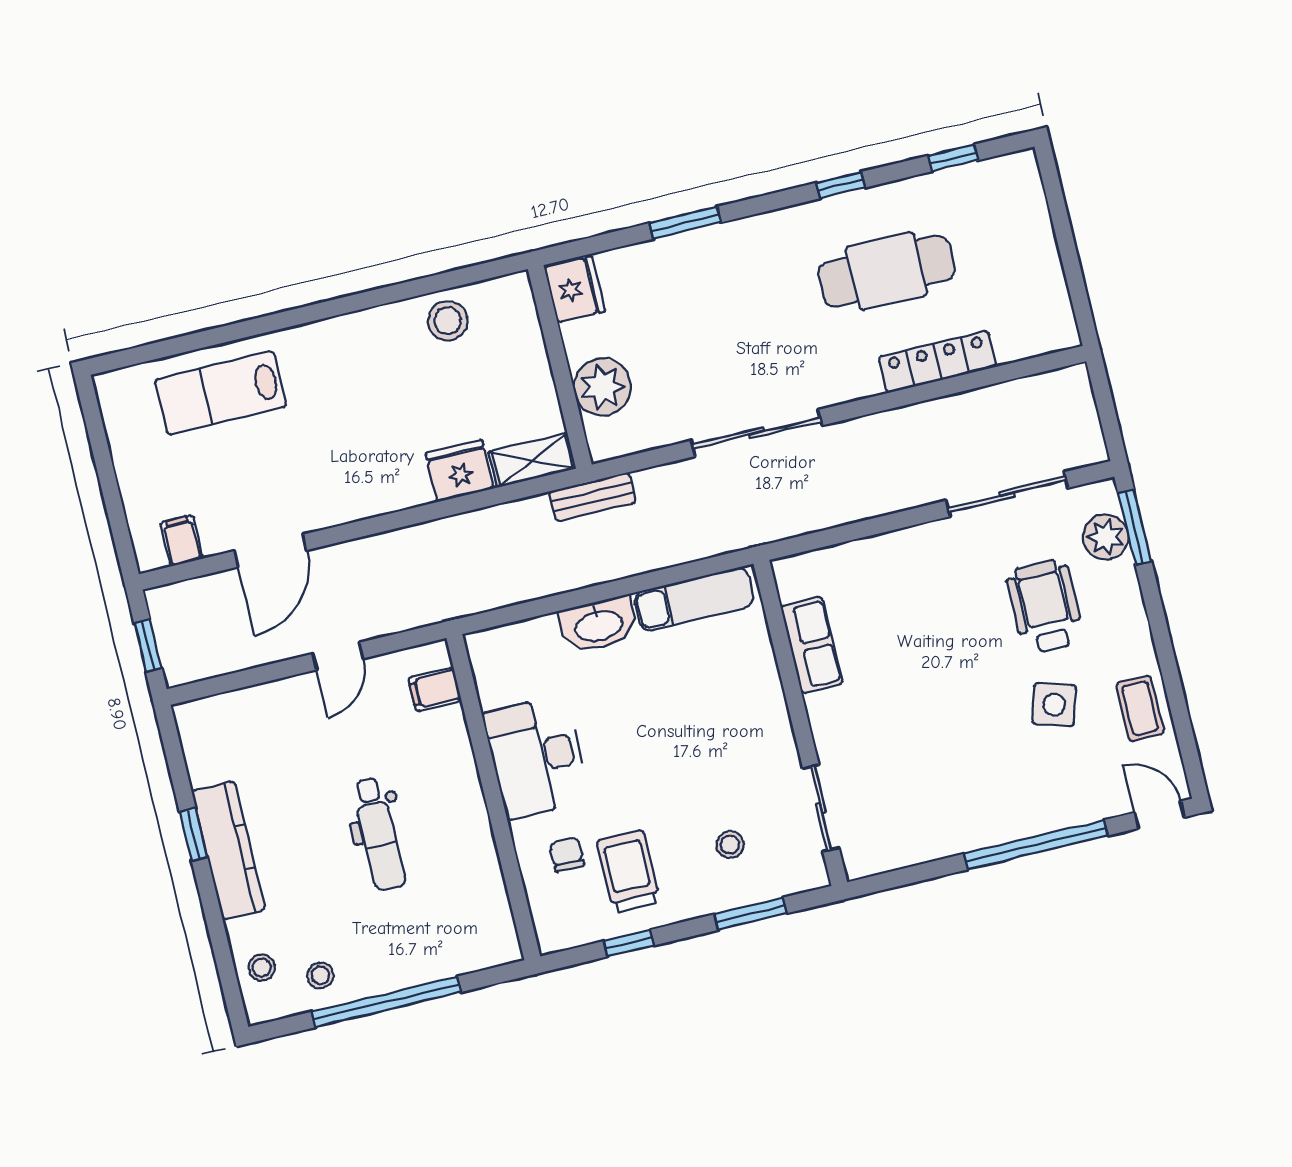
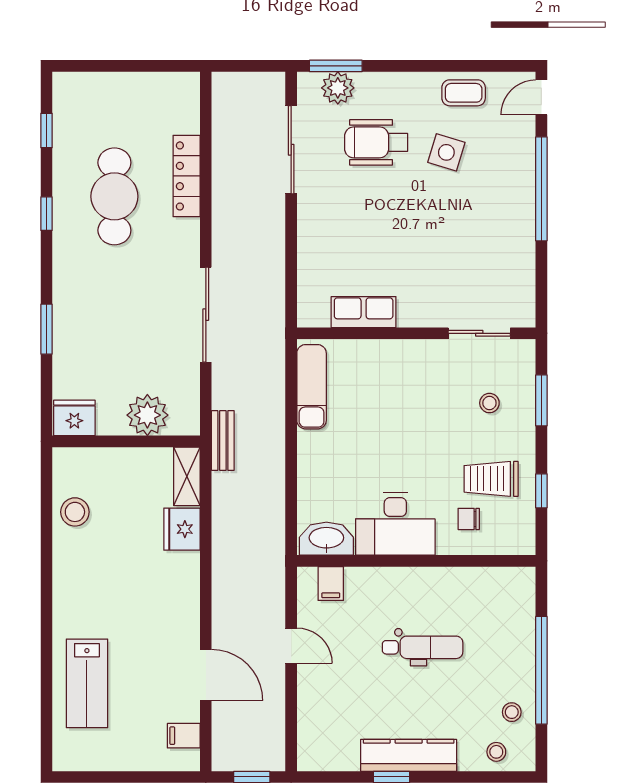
washbasin: (598, 625) -> (326, 539), moved, turned -90

